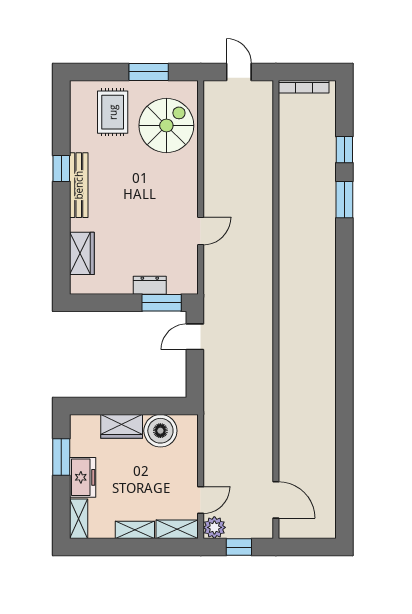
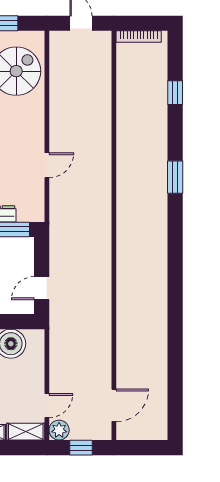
window: (344, 200) -> (175, 177), moved
door: (195, 337) -> (42, 288), moved
door: (276, 500) -> (114, 405), hinge flipped

